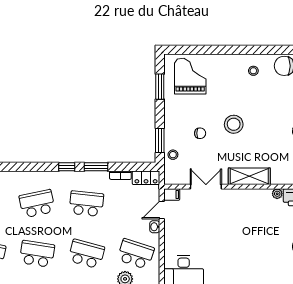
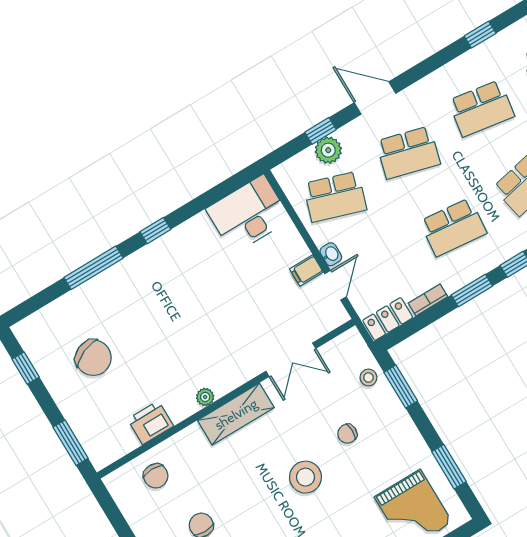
plant: (277, 194) -> (205, 397), moved
filing cabinet: (172, 195) -> (306, 271), moved

